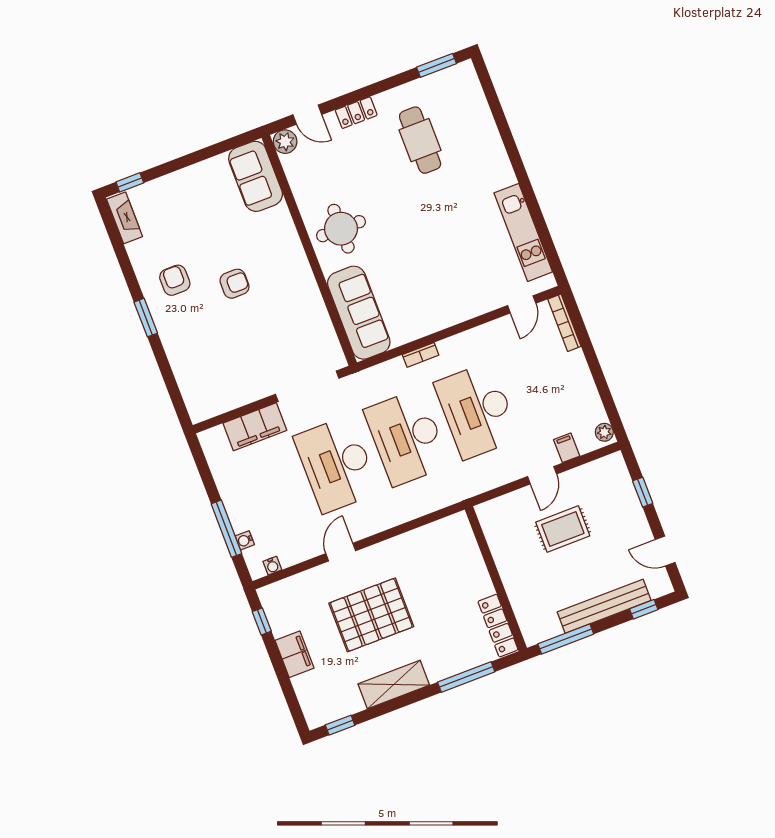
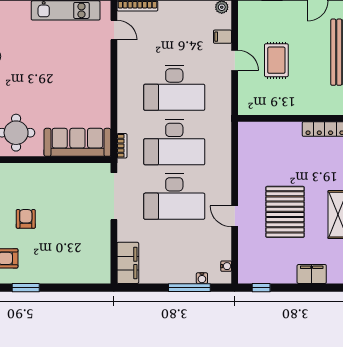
bookcase: (421, 355) -> (122, 146), moved
filing cabinet: (255, 427) -> (128, 263), moved
filing cabinet: (294, 654) -> (312, 274), moved

